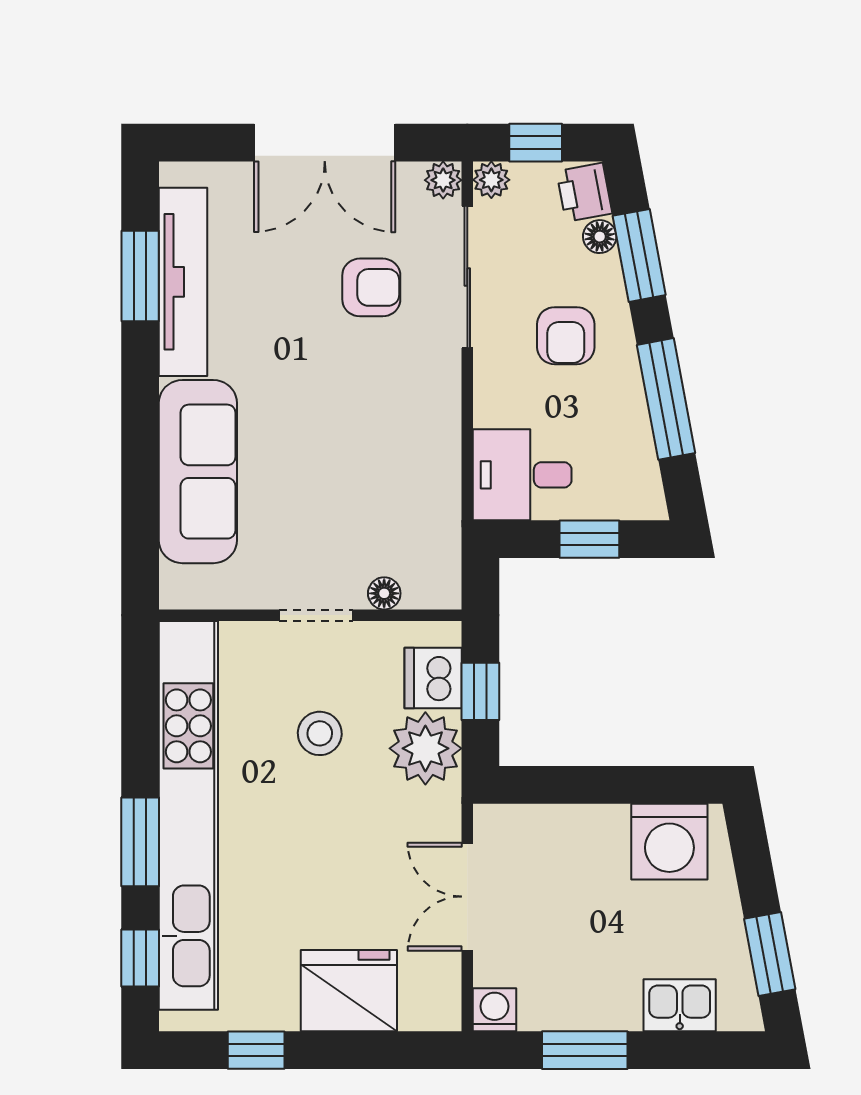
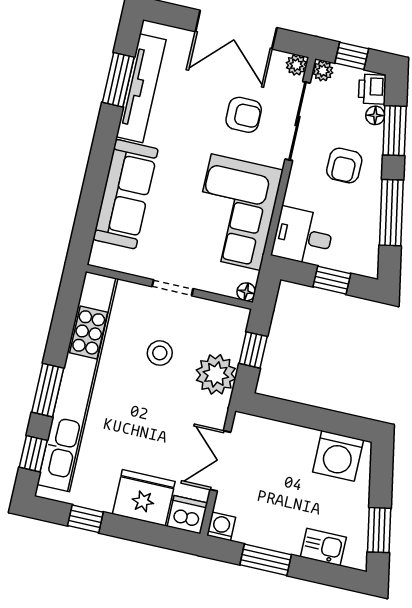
corner sofa: (396, 459) -> (236, 212), added
floor lamp: (384, 593) -> (246, 292), moved
dishwasher: (433, 678) -> (187, 515), moved, turned 90

